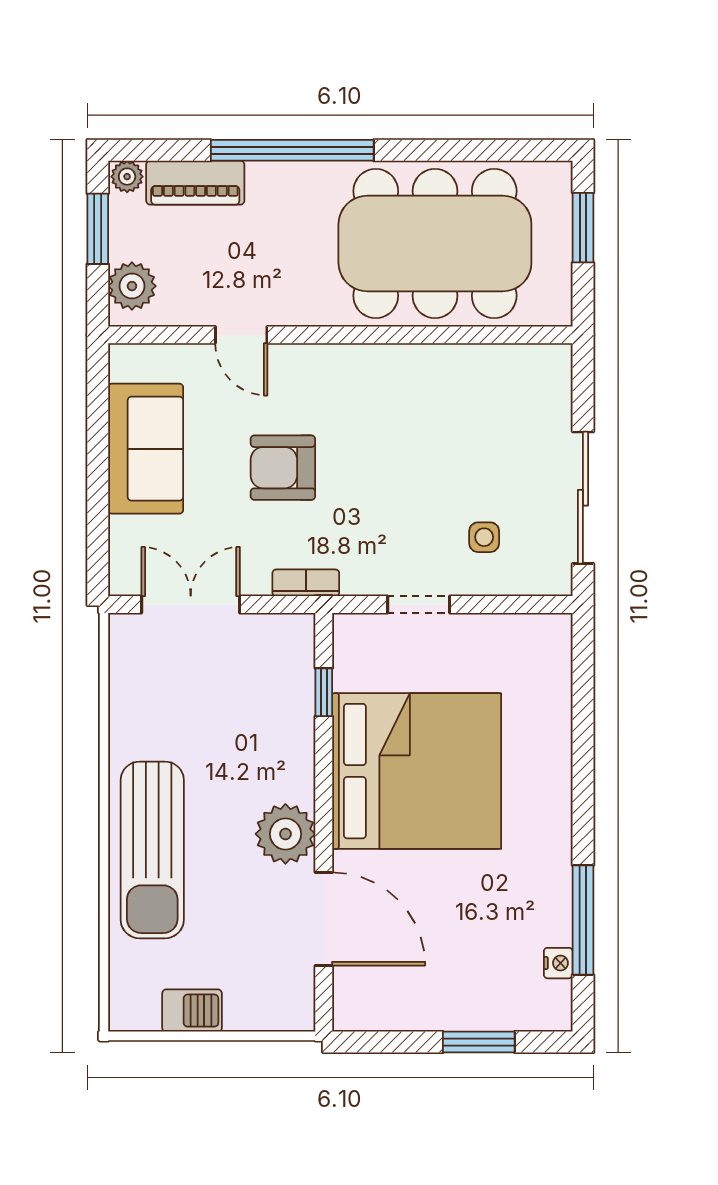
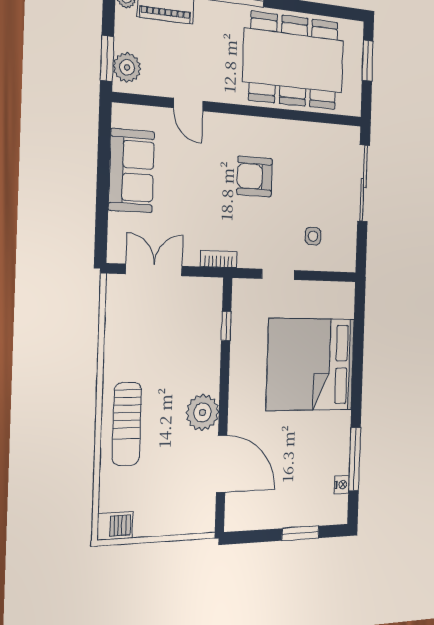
window: (98, 229) -> (107, 58), moved
armchair: (283, 468) -> (255, 176), moved
sliding door: (583, 498) -> (364, 183), moved
bed: (417, 771) -> (311, 364), moved, turned 180
sun lounger: (152, 850) -> (127, 424), width x0.73, depth x0.75
barbecue: (192, 1011) -> (115, 526), moved

